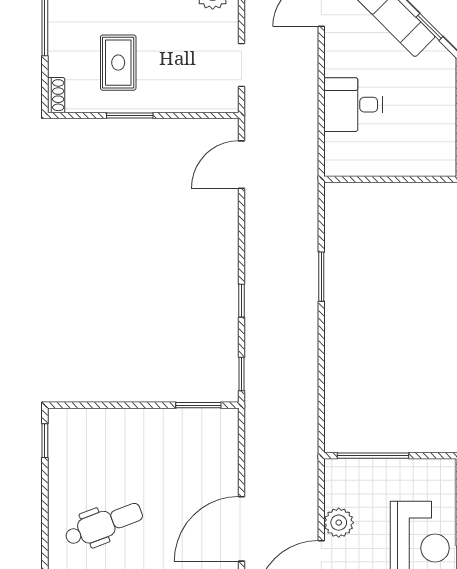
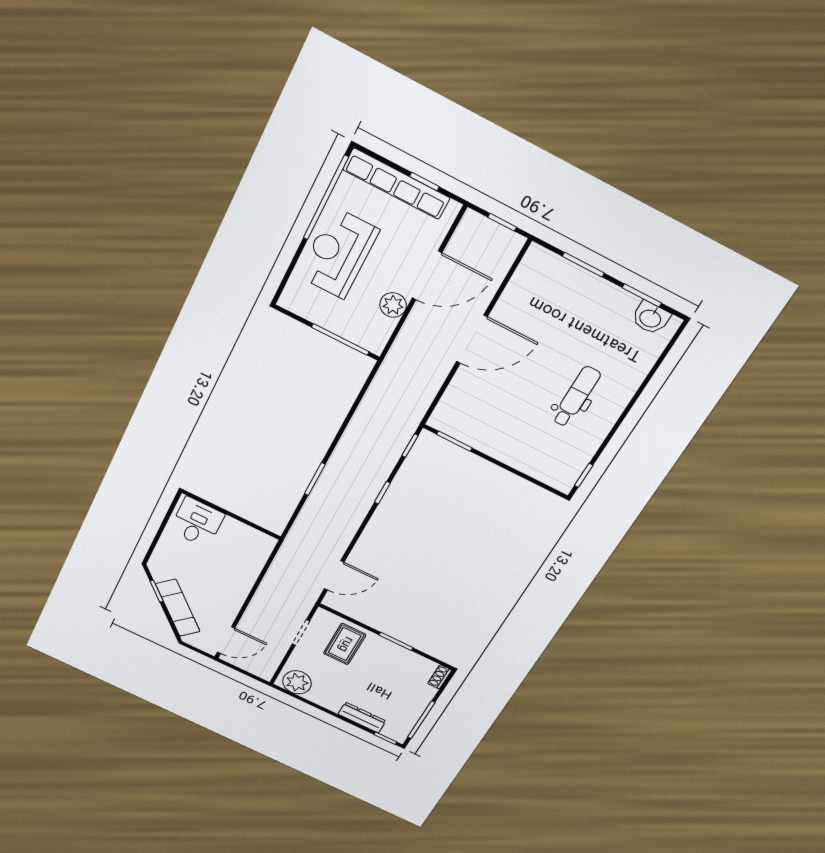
rug: (118, 63) -> (345, 644), moved
desk: (353, 105) -> (197, 522), moved, turned -90
dental chair: (104, 524) -> (576, 397), turned 111

